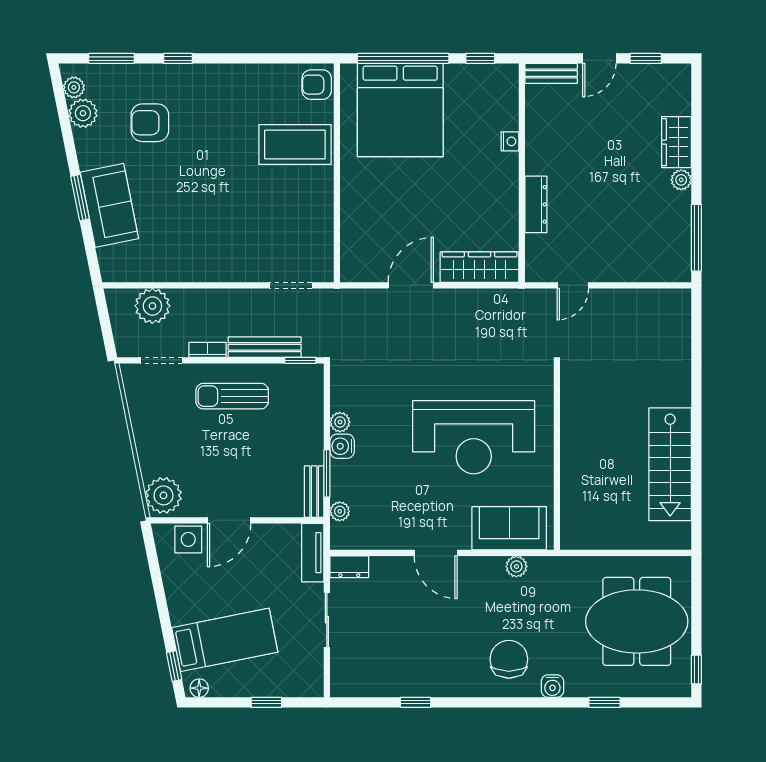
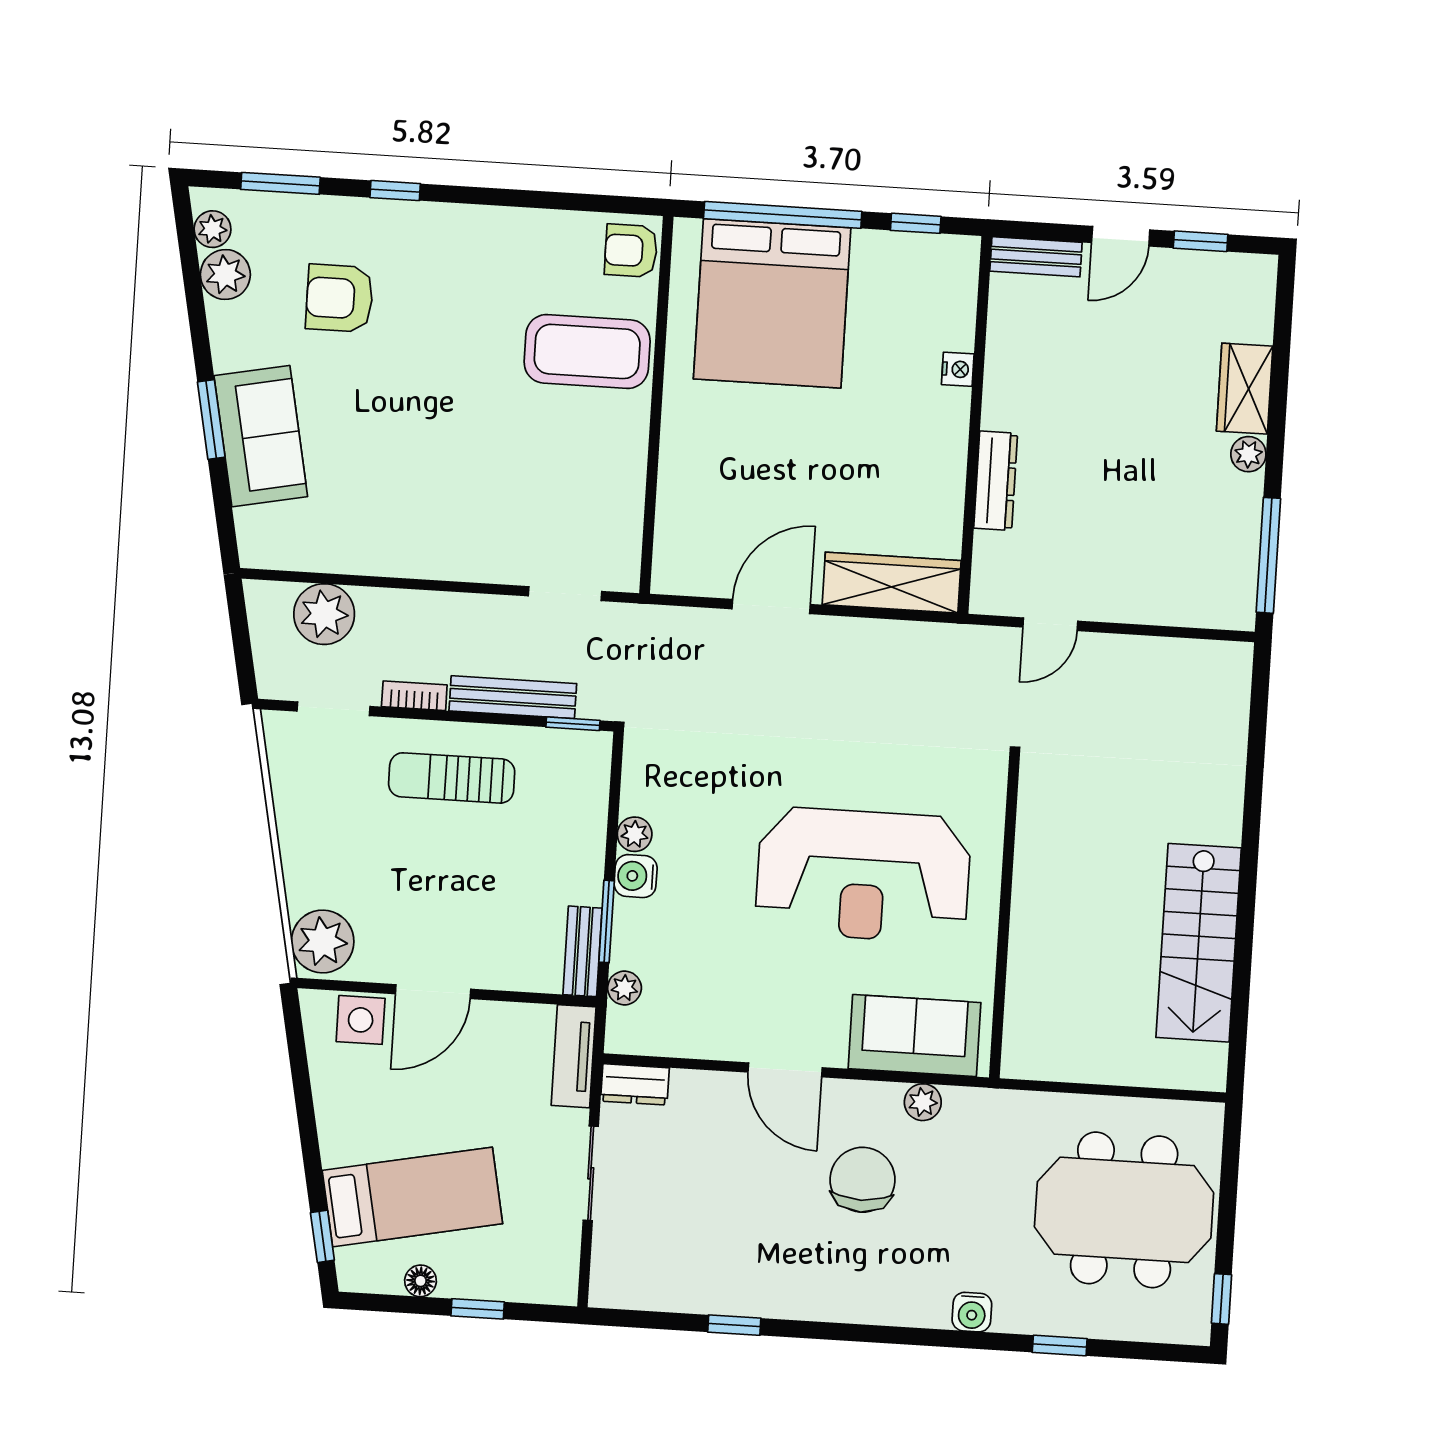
chair: (509, 659) -> (863, 1180), moved
floor lamp: (199, 688) -> (421, 1281), moved

